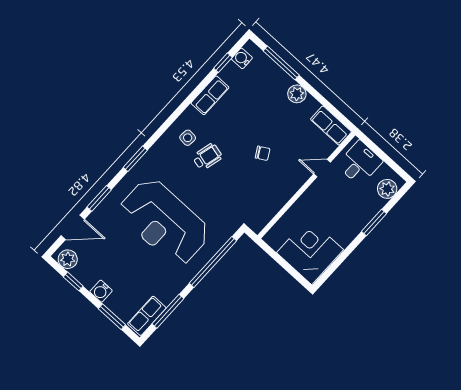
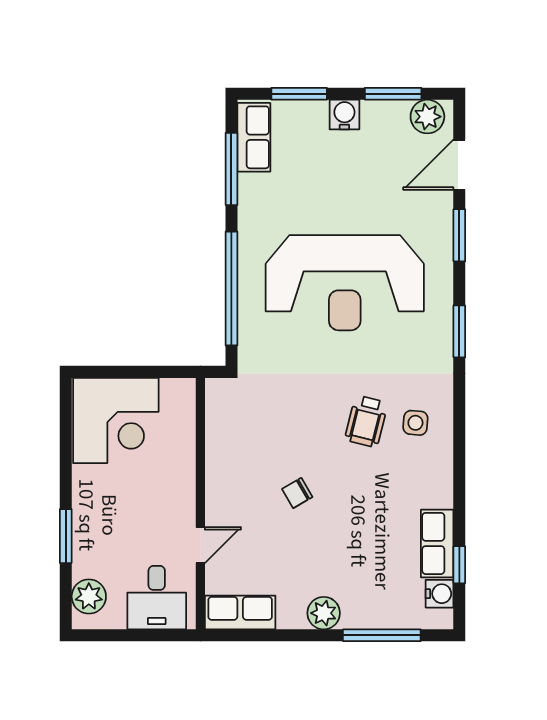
row of seats: (210, 95) -> (437, 543), moved
reception desk: (164, 222) -> (345, 283), turned 180
window: (73, 281) -> (393, 94), width x1.50

